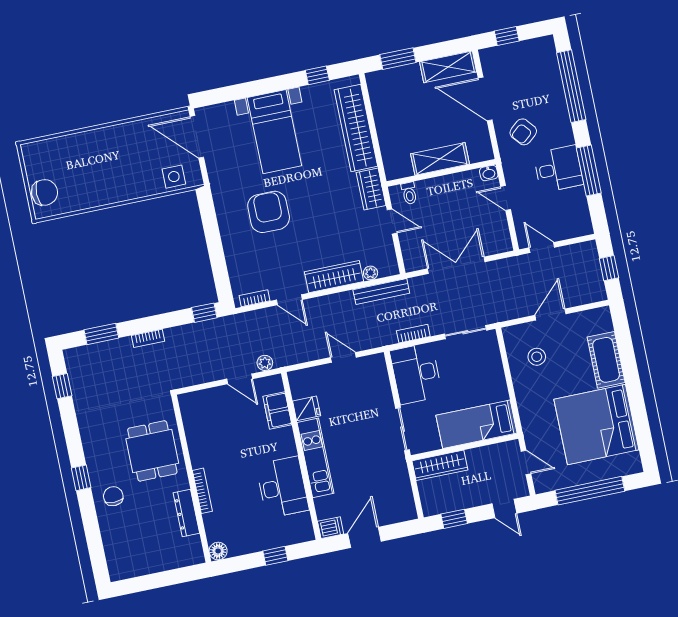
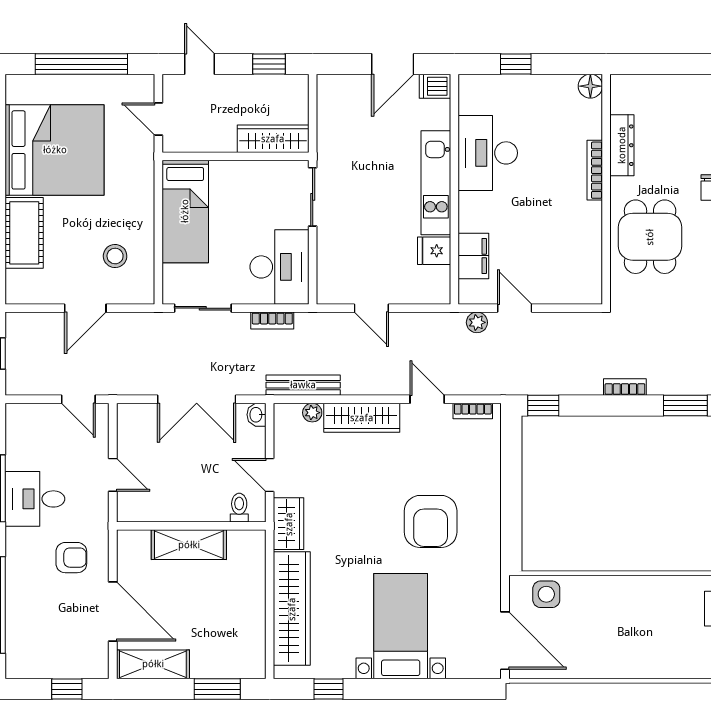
armchair: (523, 132) -> (71, 558), turned 40
washbasin: (489, 173) -> (256, 415), moved, turned -90
bed: (476, 424) -> (185, 211), moved, turned 90

